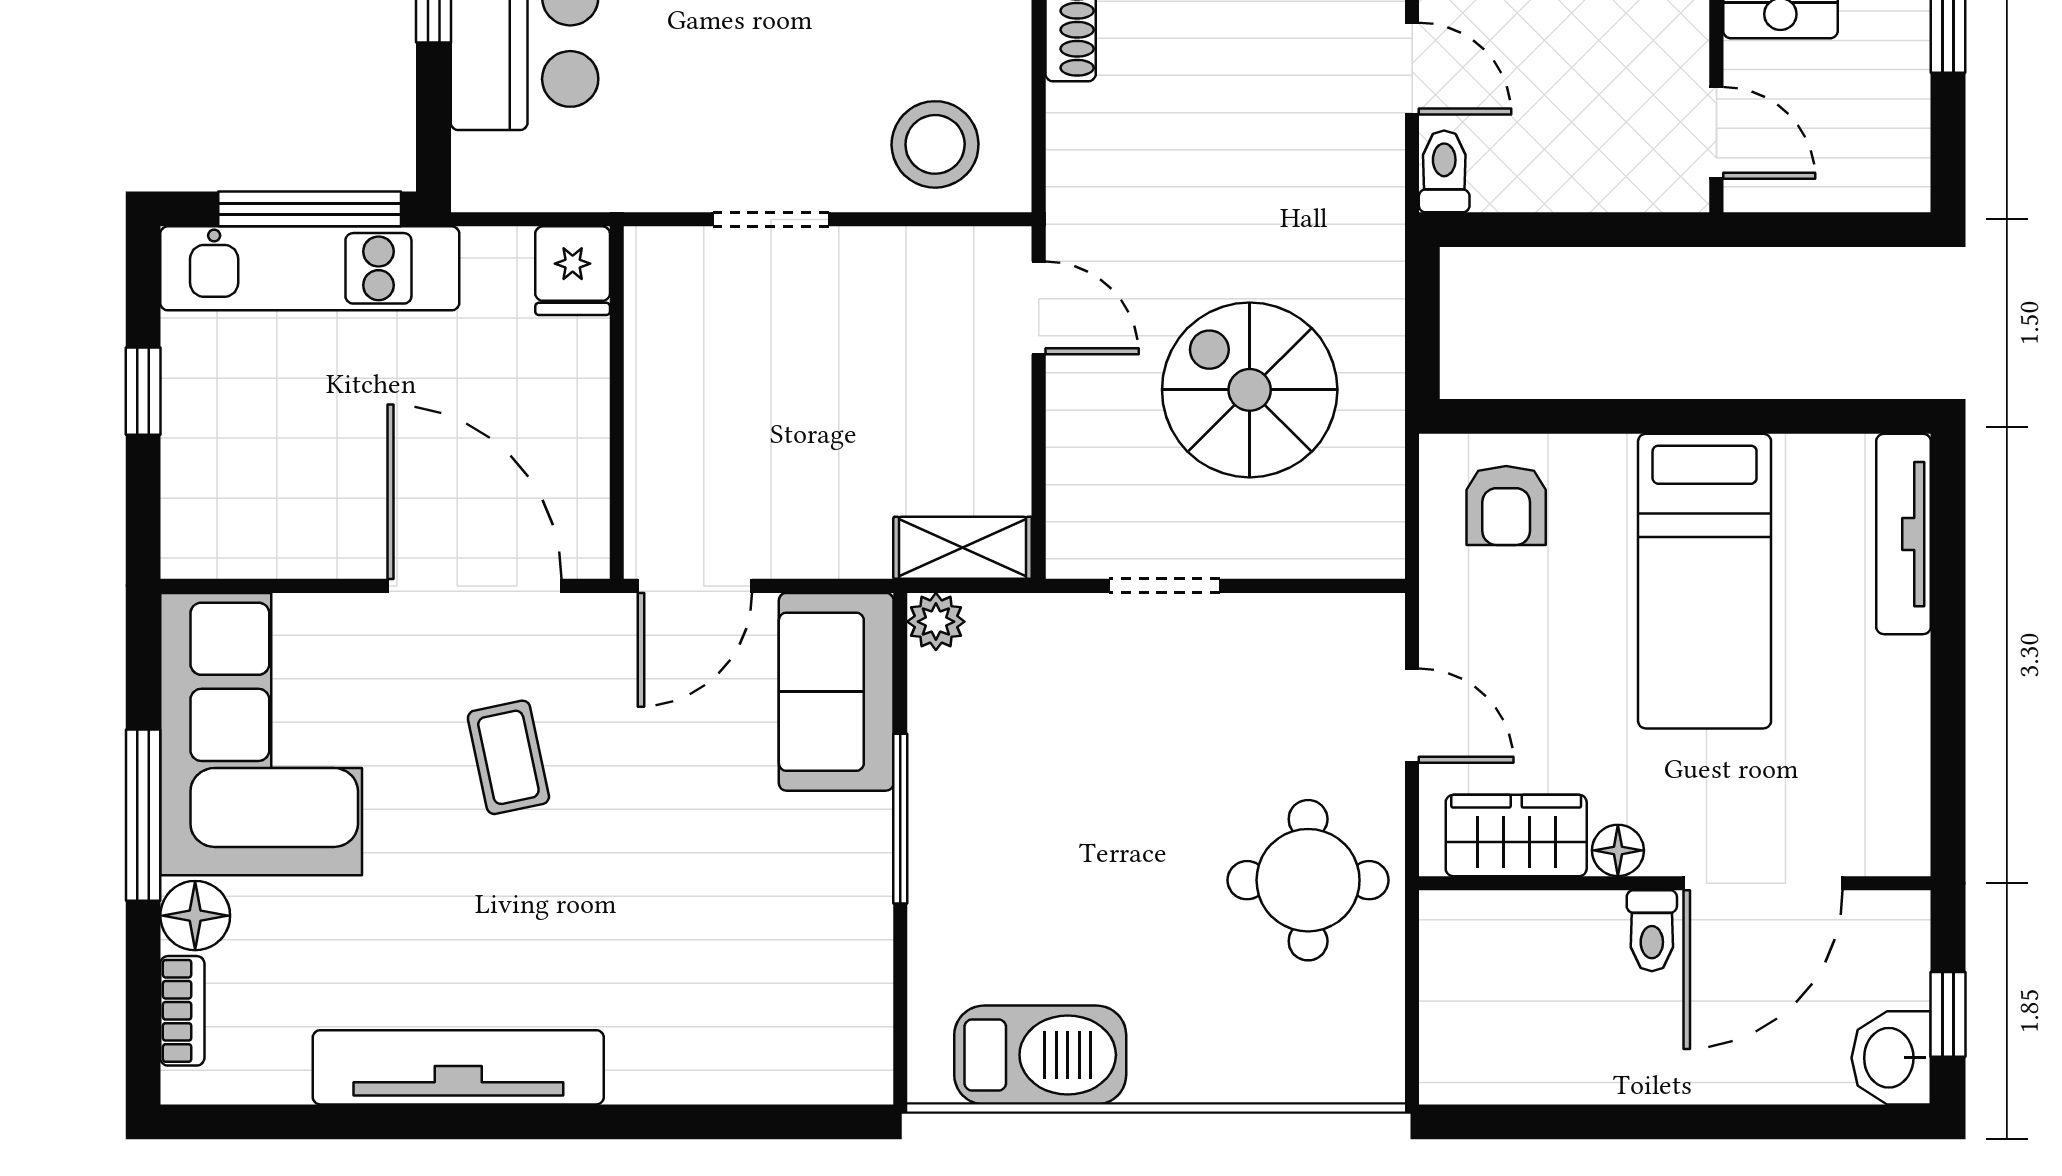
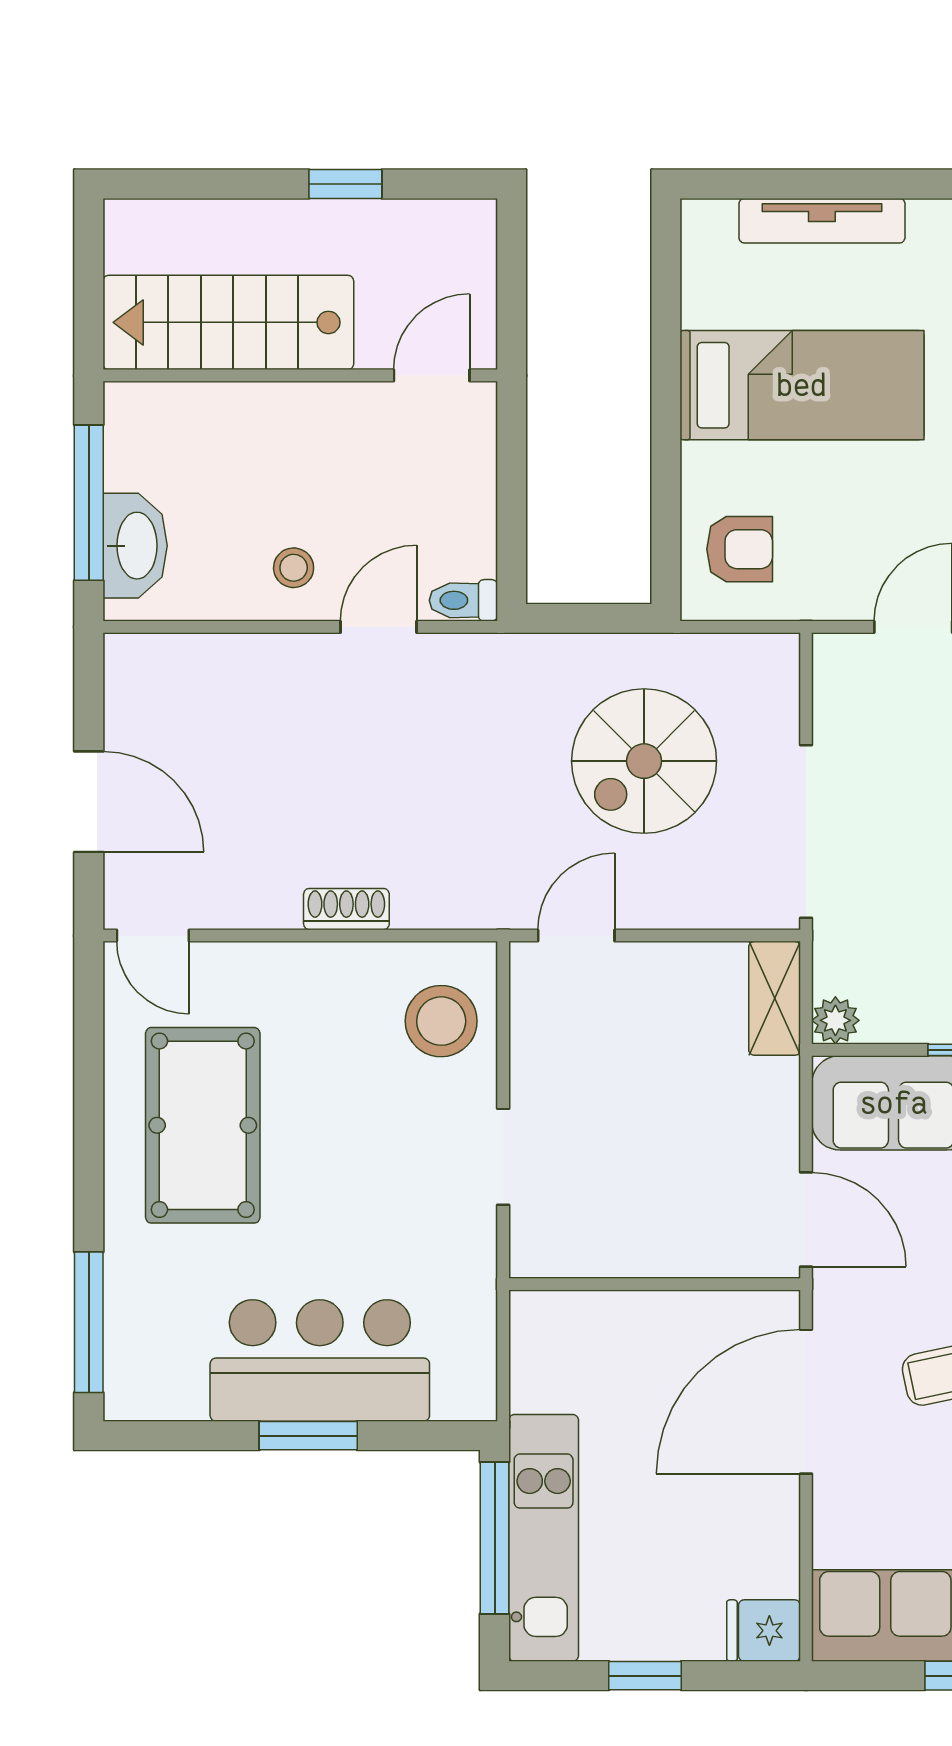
fridge: (573, 271) -> (764, 1631), moved, turned 180
tv unit: (1904, 534) -> (822, 221), moved
doorway: (1164, 586) -> (806, 832), width x1.87

